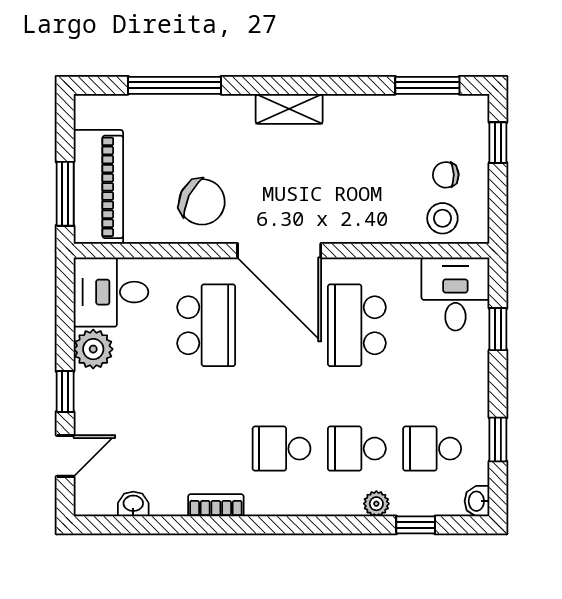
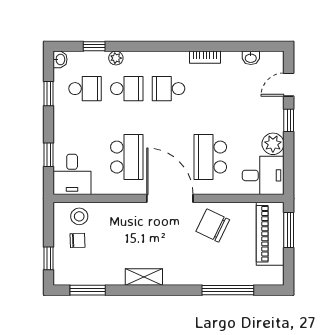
shelving: (289, 109) -> (144, 277), moved
school desk: (282, 449) -> (169, 89), turned 180

